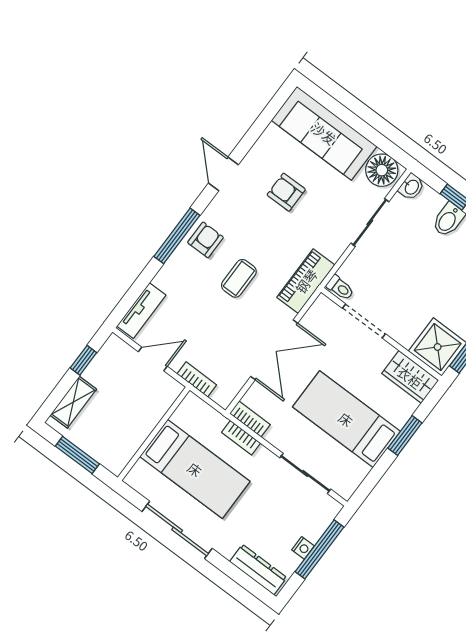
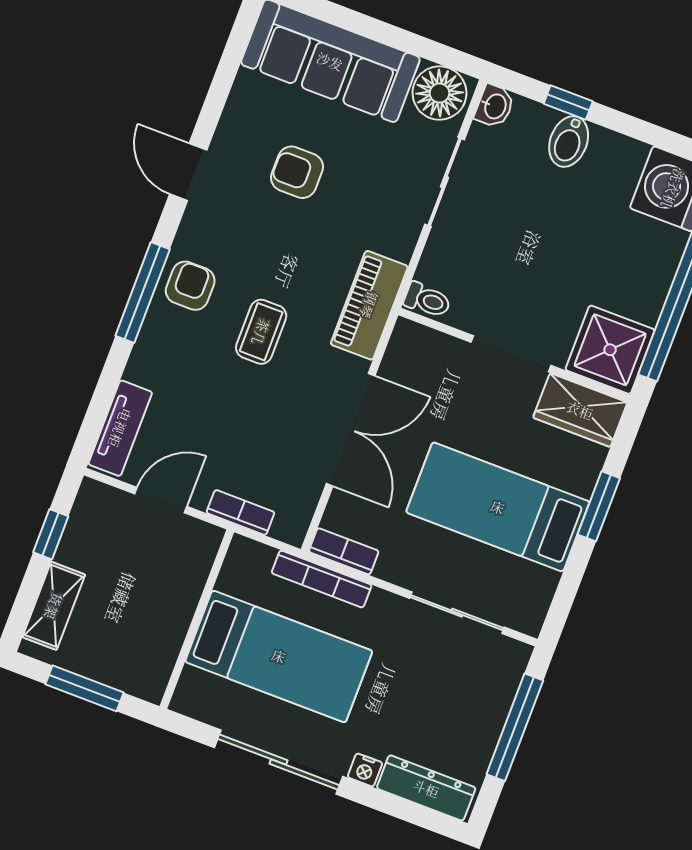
doorway: (364, 321) -> (511, 354), moved
bookcase: (241, 438) -> (322, 579), width x1.56
nightstand: (303, 548) -> (365, 770), moved, turned 90

